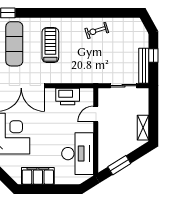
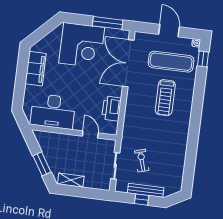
exercise bike: (97, 31) -> (142, 161), moved
treadmill: (50, 45) -> (165, 98), turned 90
bench: (144, 66) -> (146, 190), moved
window: (119, 165) -> (42, 164), moved

